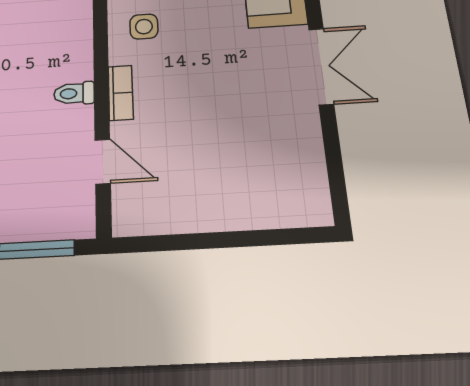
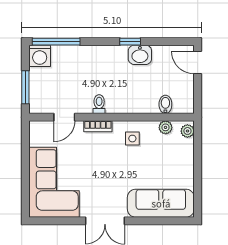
corner sofa: (248, 175) -> (54, 182), added

